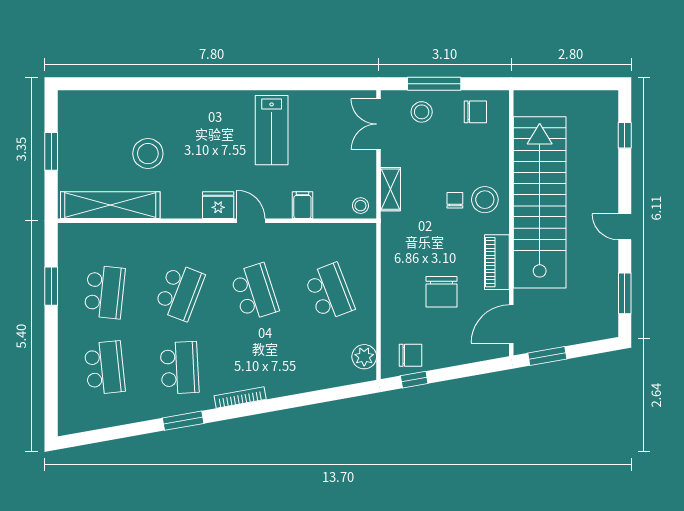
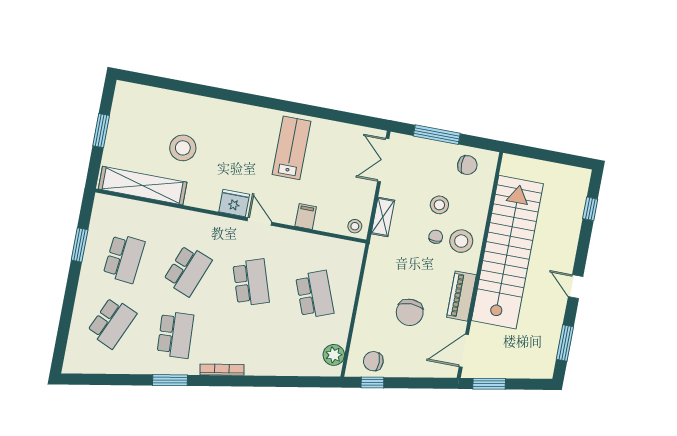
stool: (422, 112) -> (439, 205), moved
lab bench: (272, 130) -> (292, 148), turned 180
chair: (411, 355) -> (373, 361), turned 180
school desk: (105, 368) -> (112, 323), turned 30

